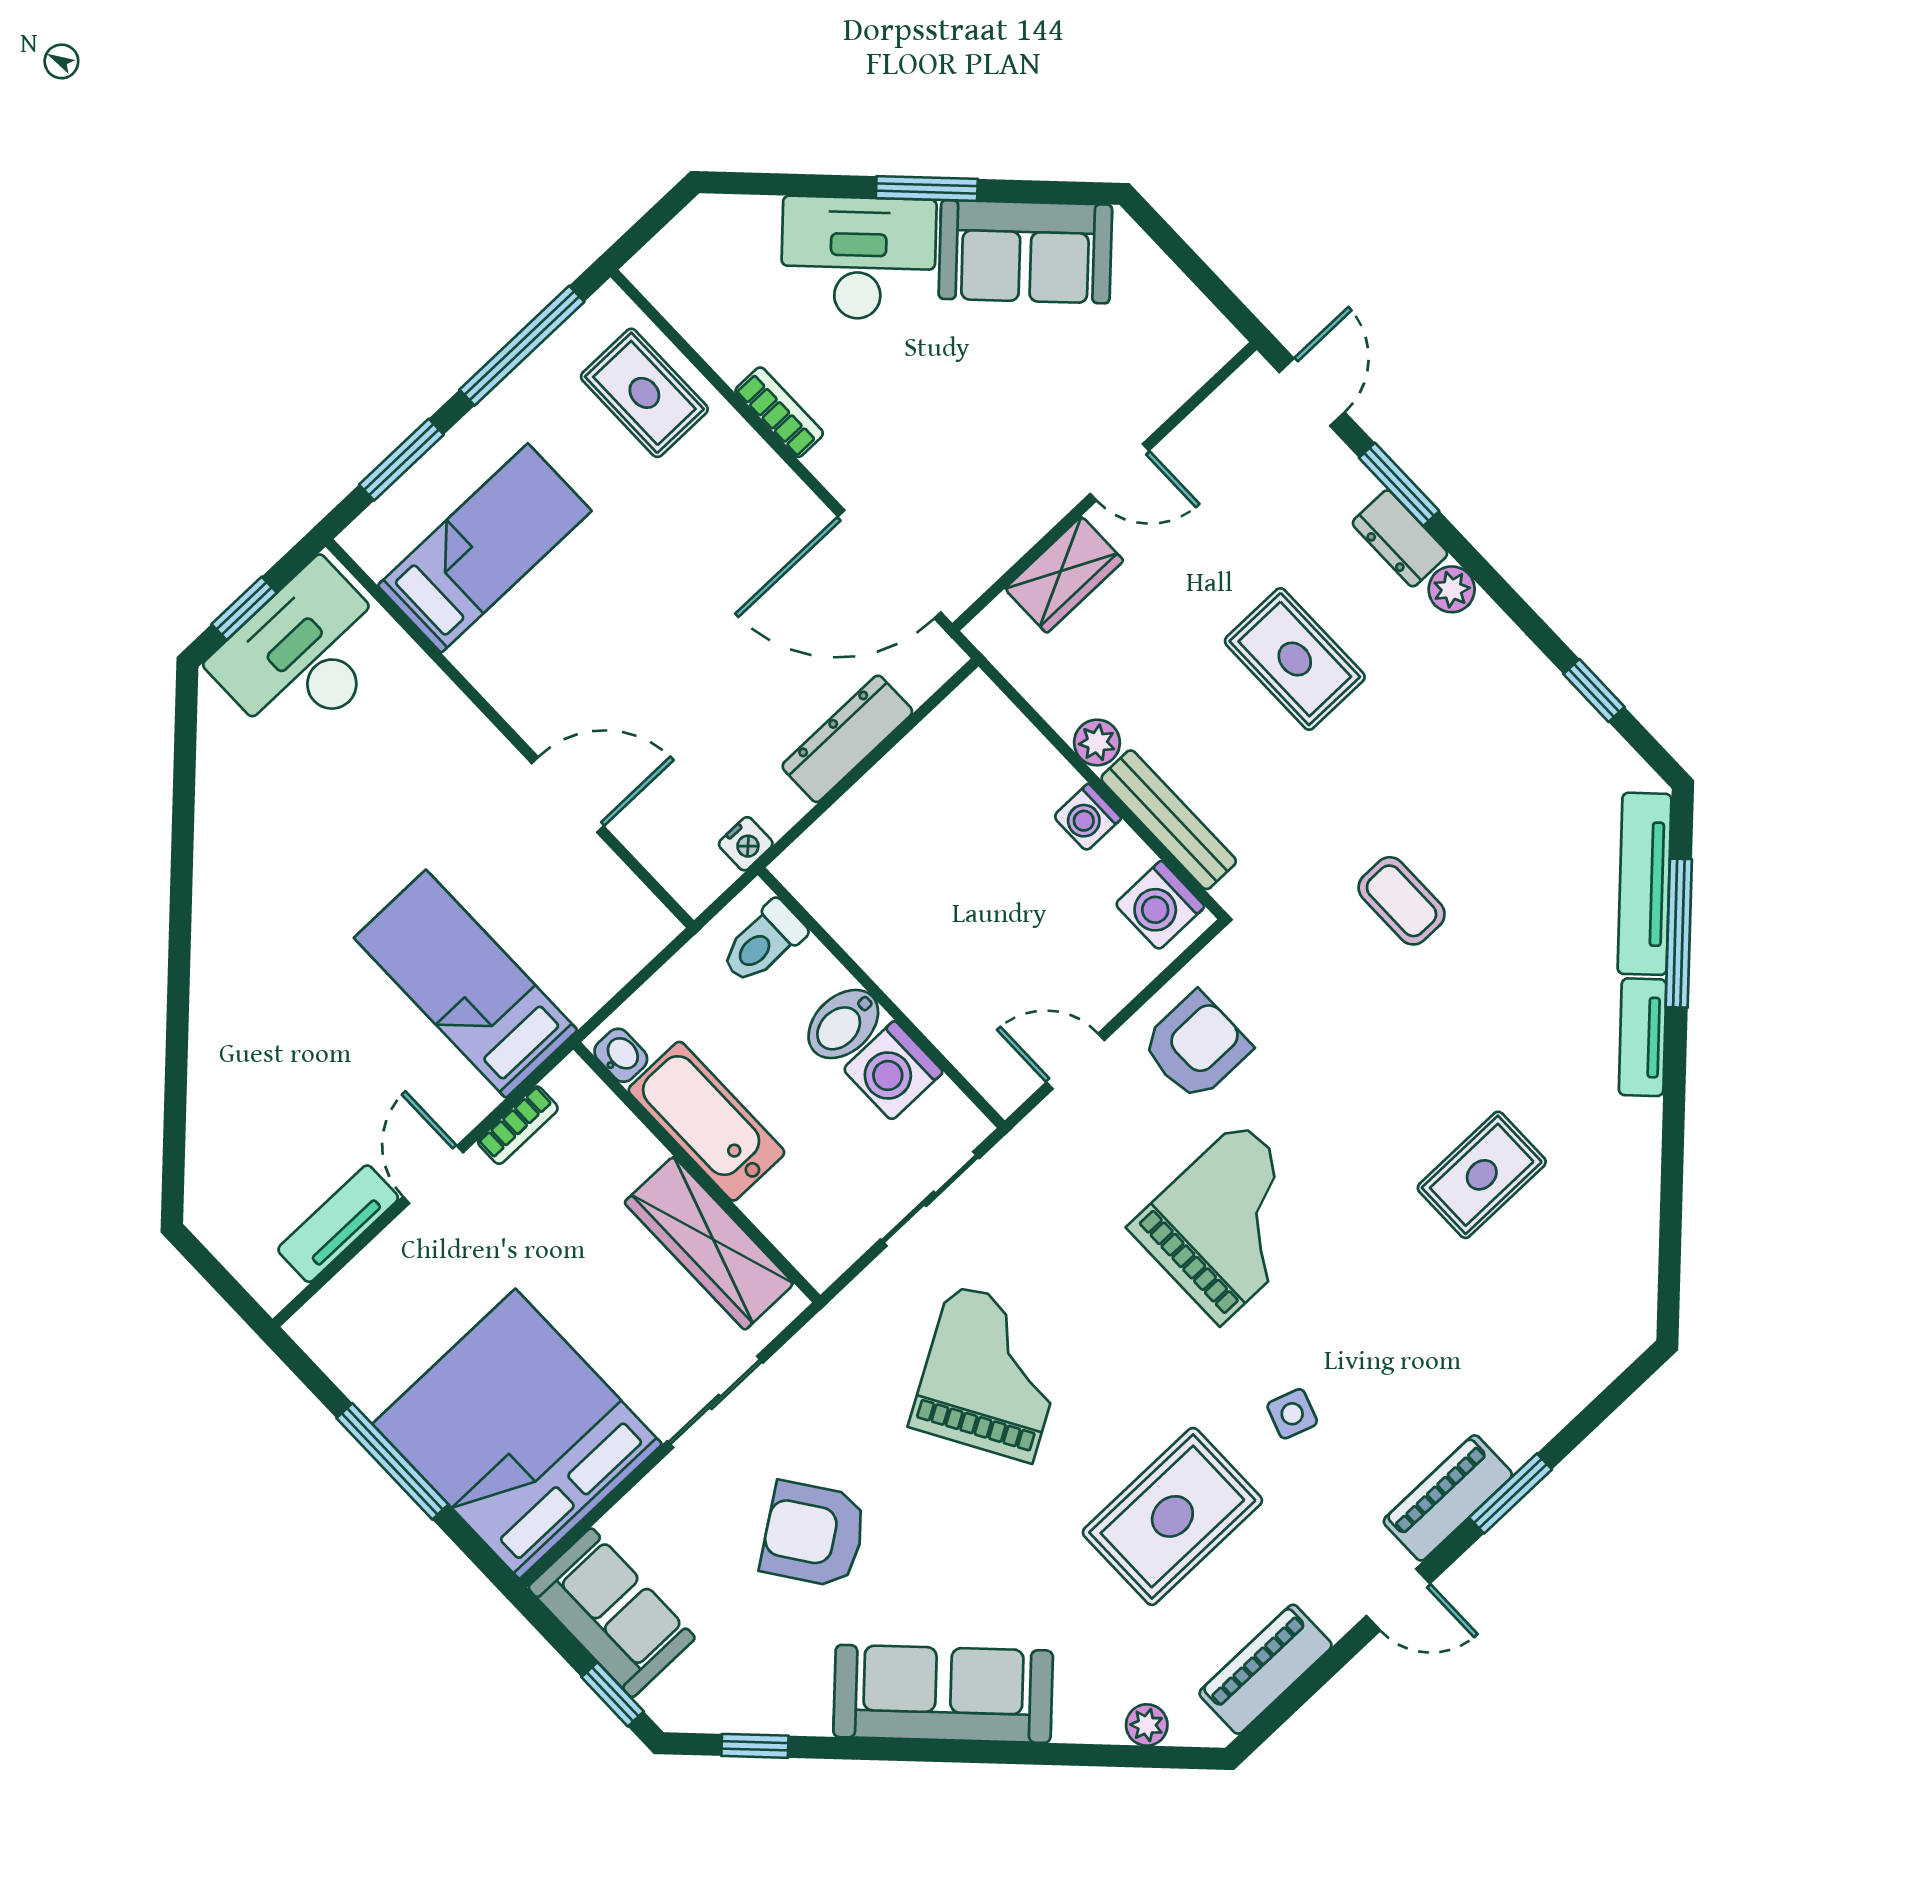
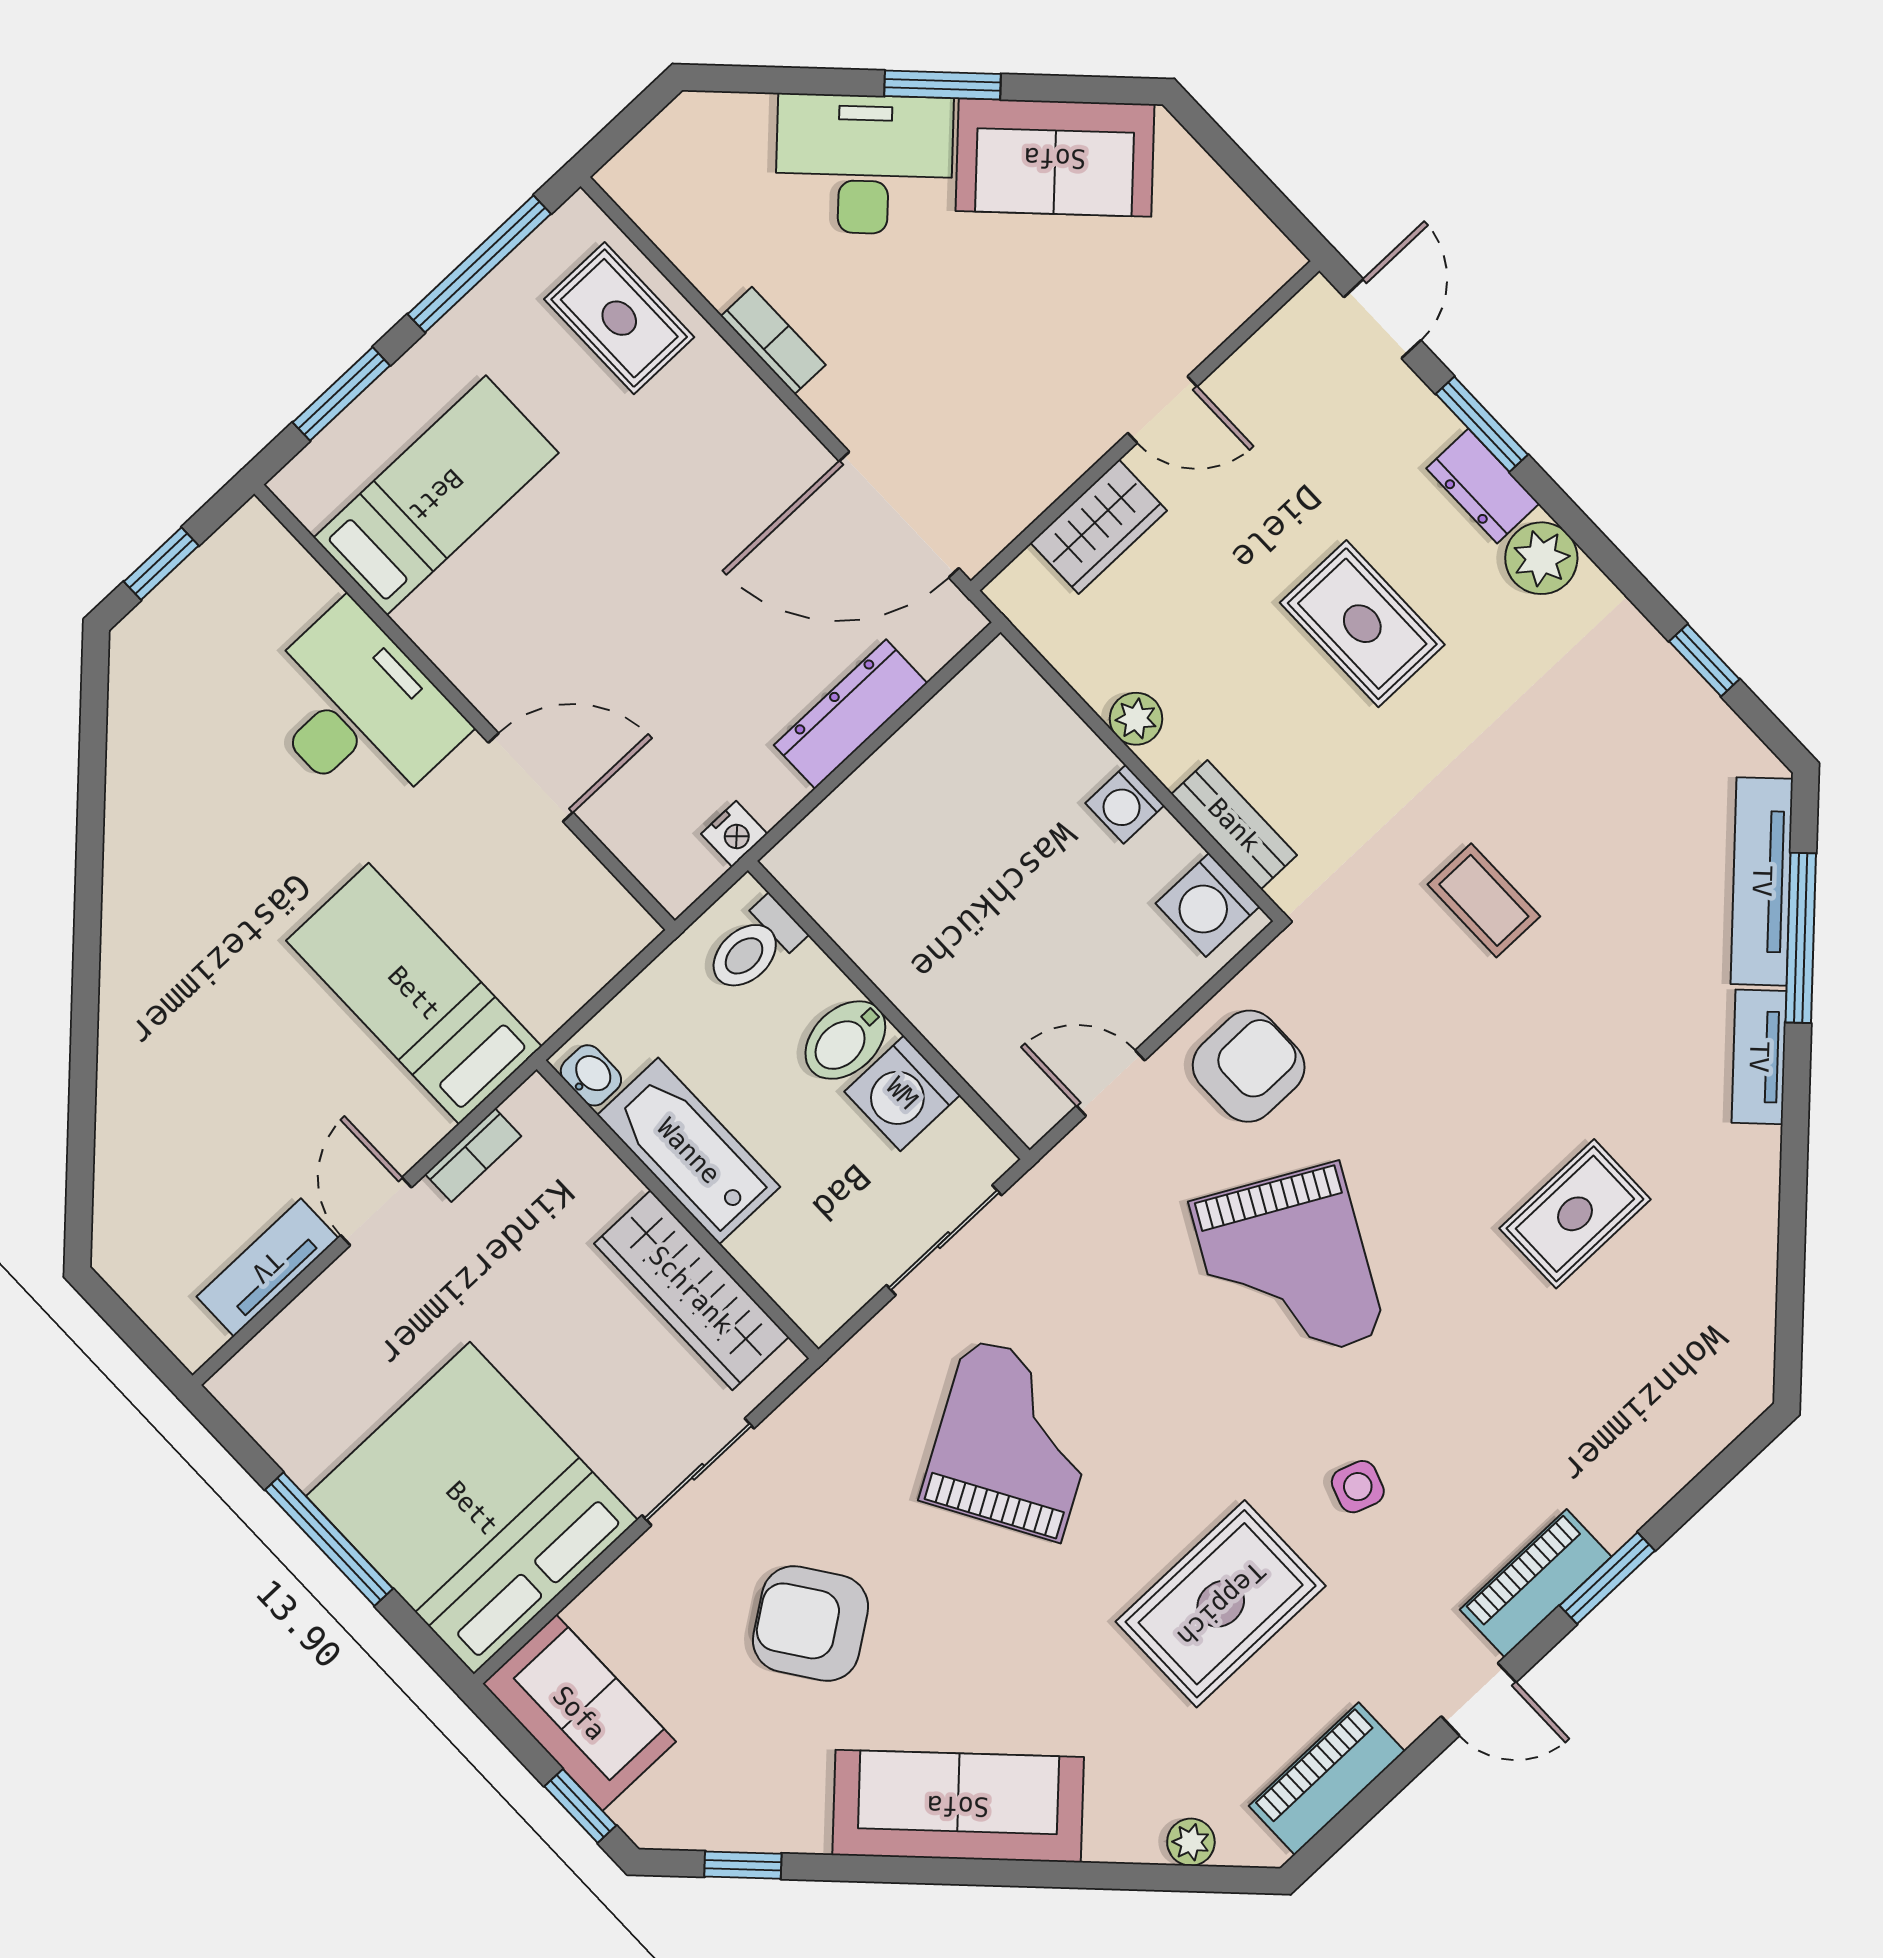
plant: (1452, 589) -> (1541, 558), width x1.38, depth x1.38
desk: (304, 655) -> (358, 711), moved, turned 90
bench: (1169, 820) -> (1234, 825), width x0.73
grand piano: (1230, 1223) -> (1287, 1268), turned 118

